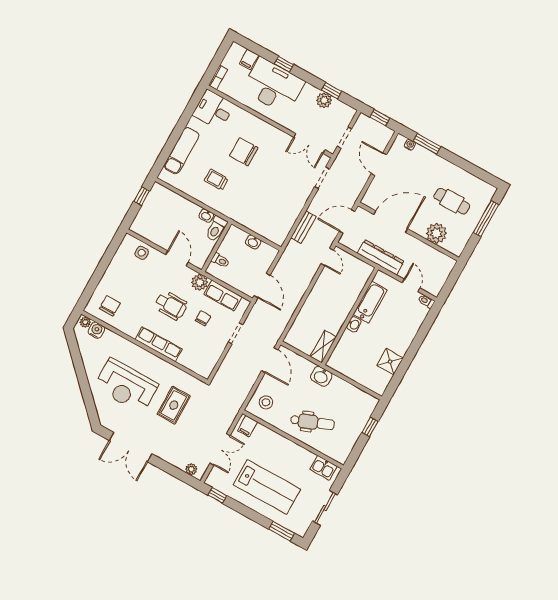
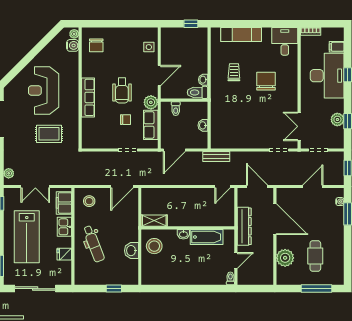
bench: (303, 227) -> (216, 157), moved
chair: (110, 306) -> (96, 45), turned 90
stool: (349, 361) -> (154, 246), added
shower: (390, 362) -> (171, 276), removed
washbasin: (321, 376) -> (131, 251), moved
filing cabinet: (247, 426) -> (64, 203), width x2.00
fridge: (306, 458) -> (64, 254), added
kitchen sink: (323, 468) -> (64, 227), moved
sliding door: (325, 508) -> (35, 289), width x1.37

